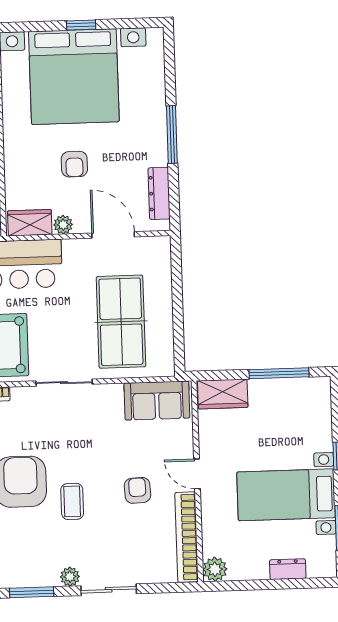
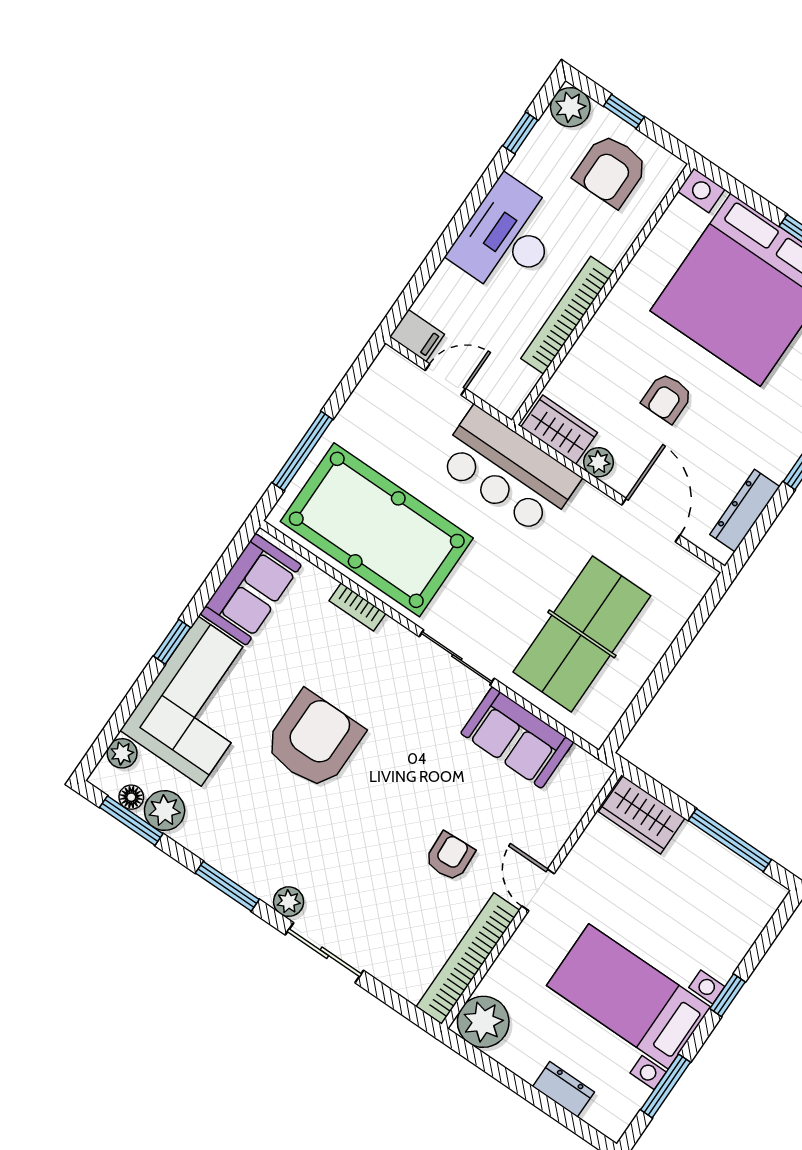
sofa: (157, 401) -> (517, 738), moved
coffee table: (72, 501) -> (359, 811), removed
plant: (215, 569) -> (483, 1022), width x1.36, depth x1.36

